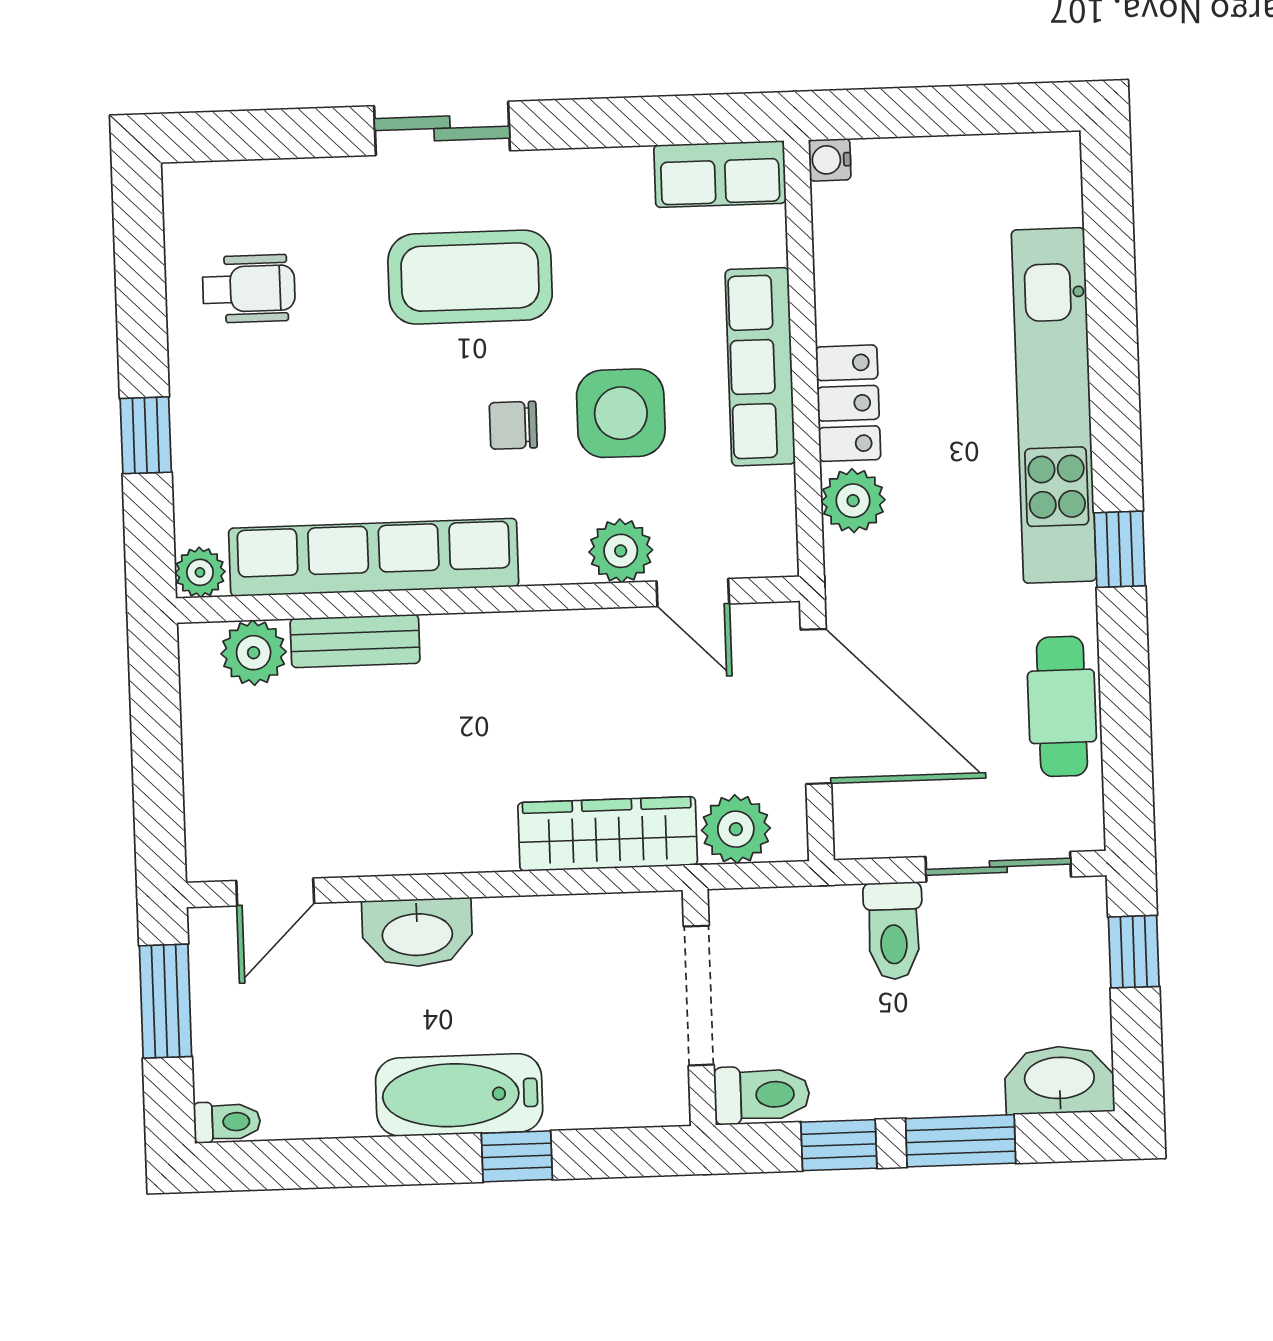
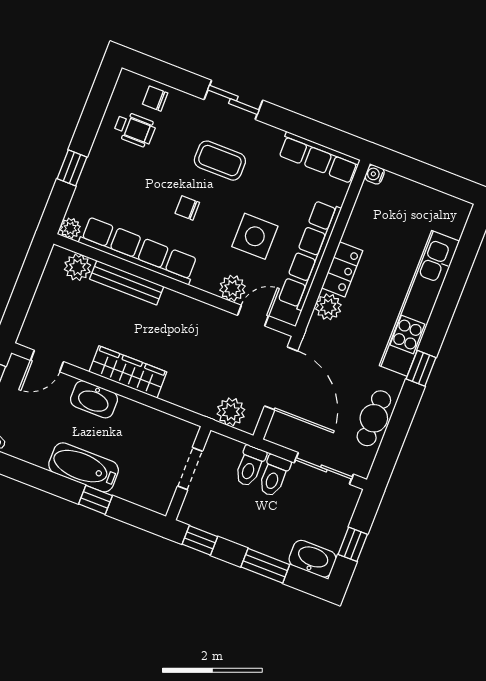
row of seats: (720, 174) -> (319, 157), width x1.48
chair: (265, 200) -> (155, 99), added
coffee table: (470, 277) -> (220, 161), width x0.73, depth x0.76
row of seats: (760, 367) -> (310, 255), width x1.36
chair: (513, 425) -> (187, 208), moved
door: (693, 592) -> (253, 316), swing flipped
bench: (355, 641) -> (127, 283), width x1.36
wardrobe: (608, 834) -> (128, 372), moved
window: (1134, 952) -> (353, 544), moved
doorway: (699, 996) -> (190, 469), width x0.73
toilet: (762, 1095) -> (250, 466), moved, turned 90
window: (839, 1145) -> (200, 540), moved

